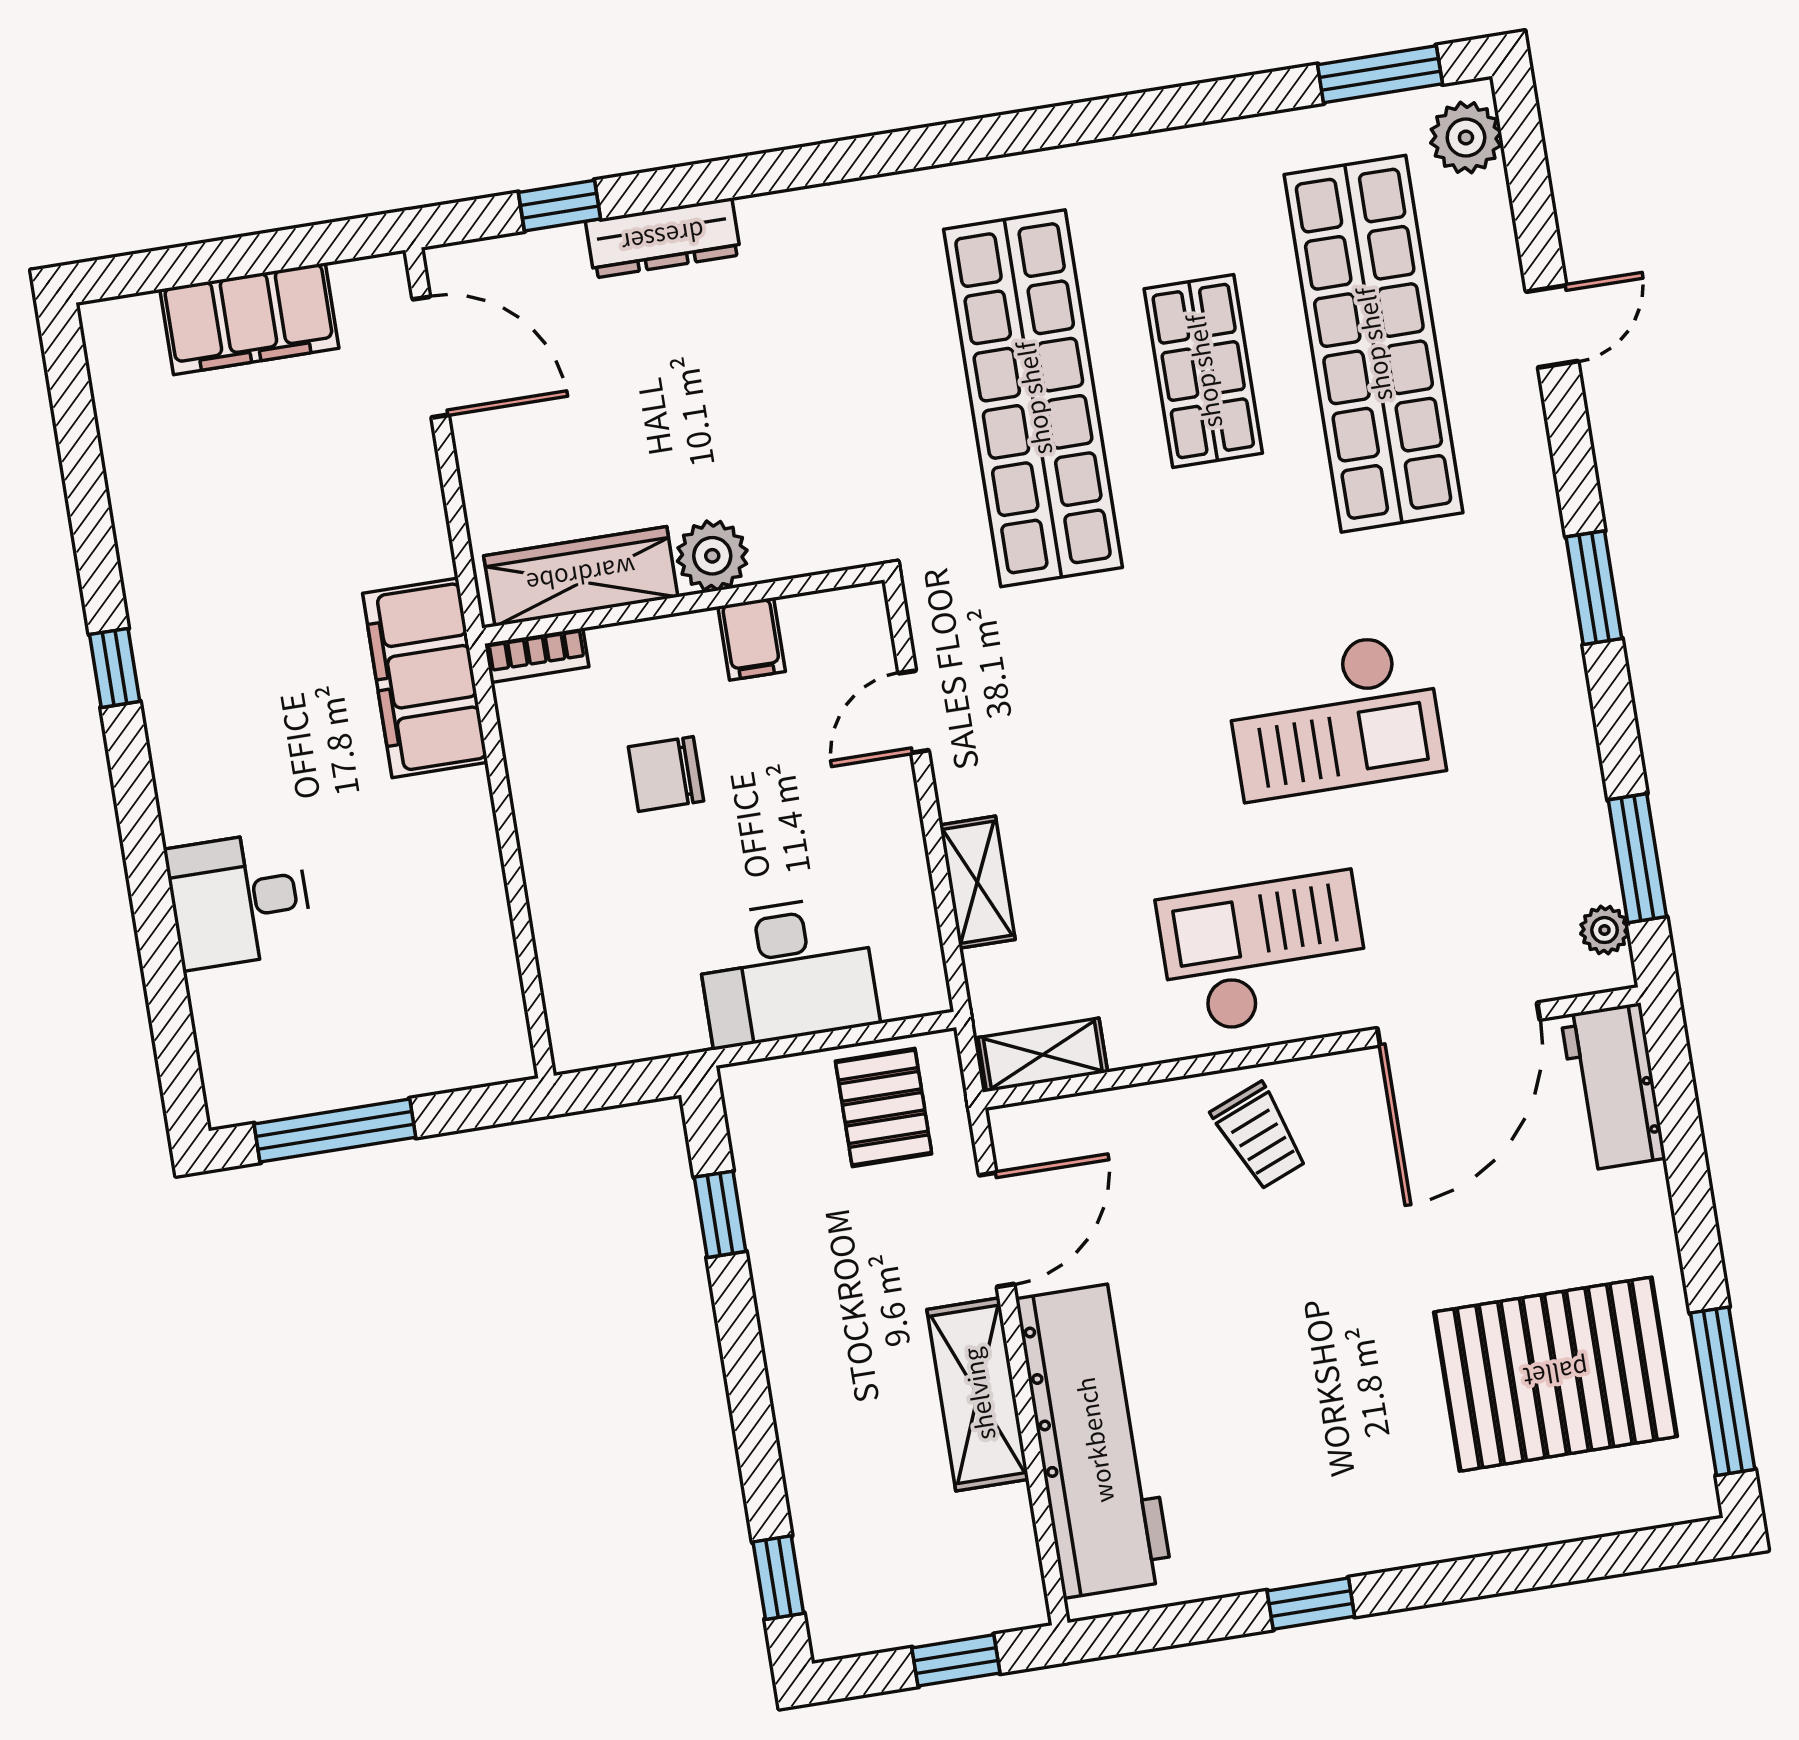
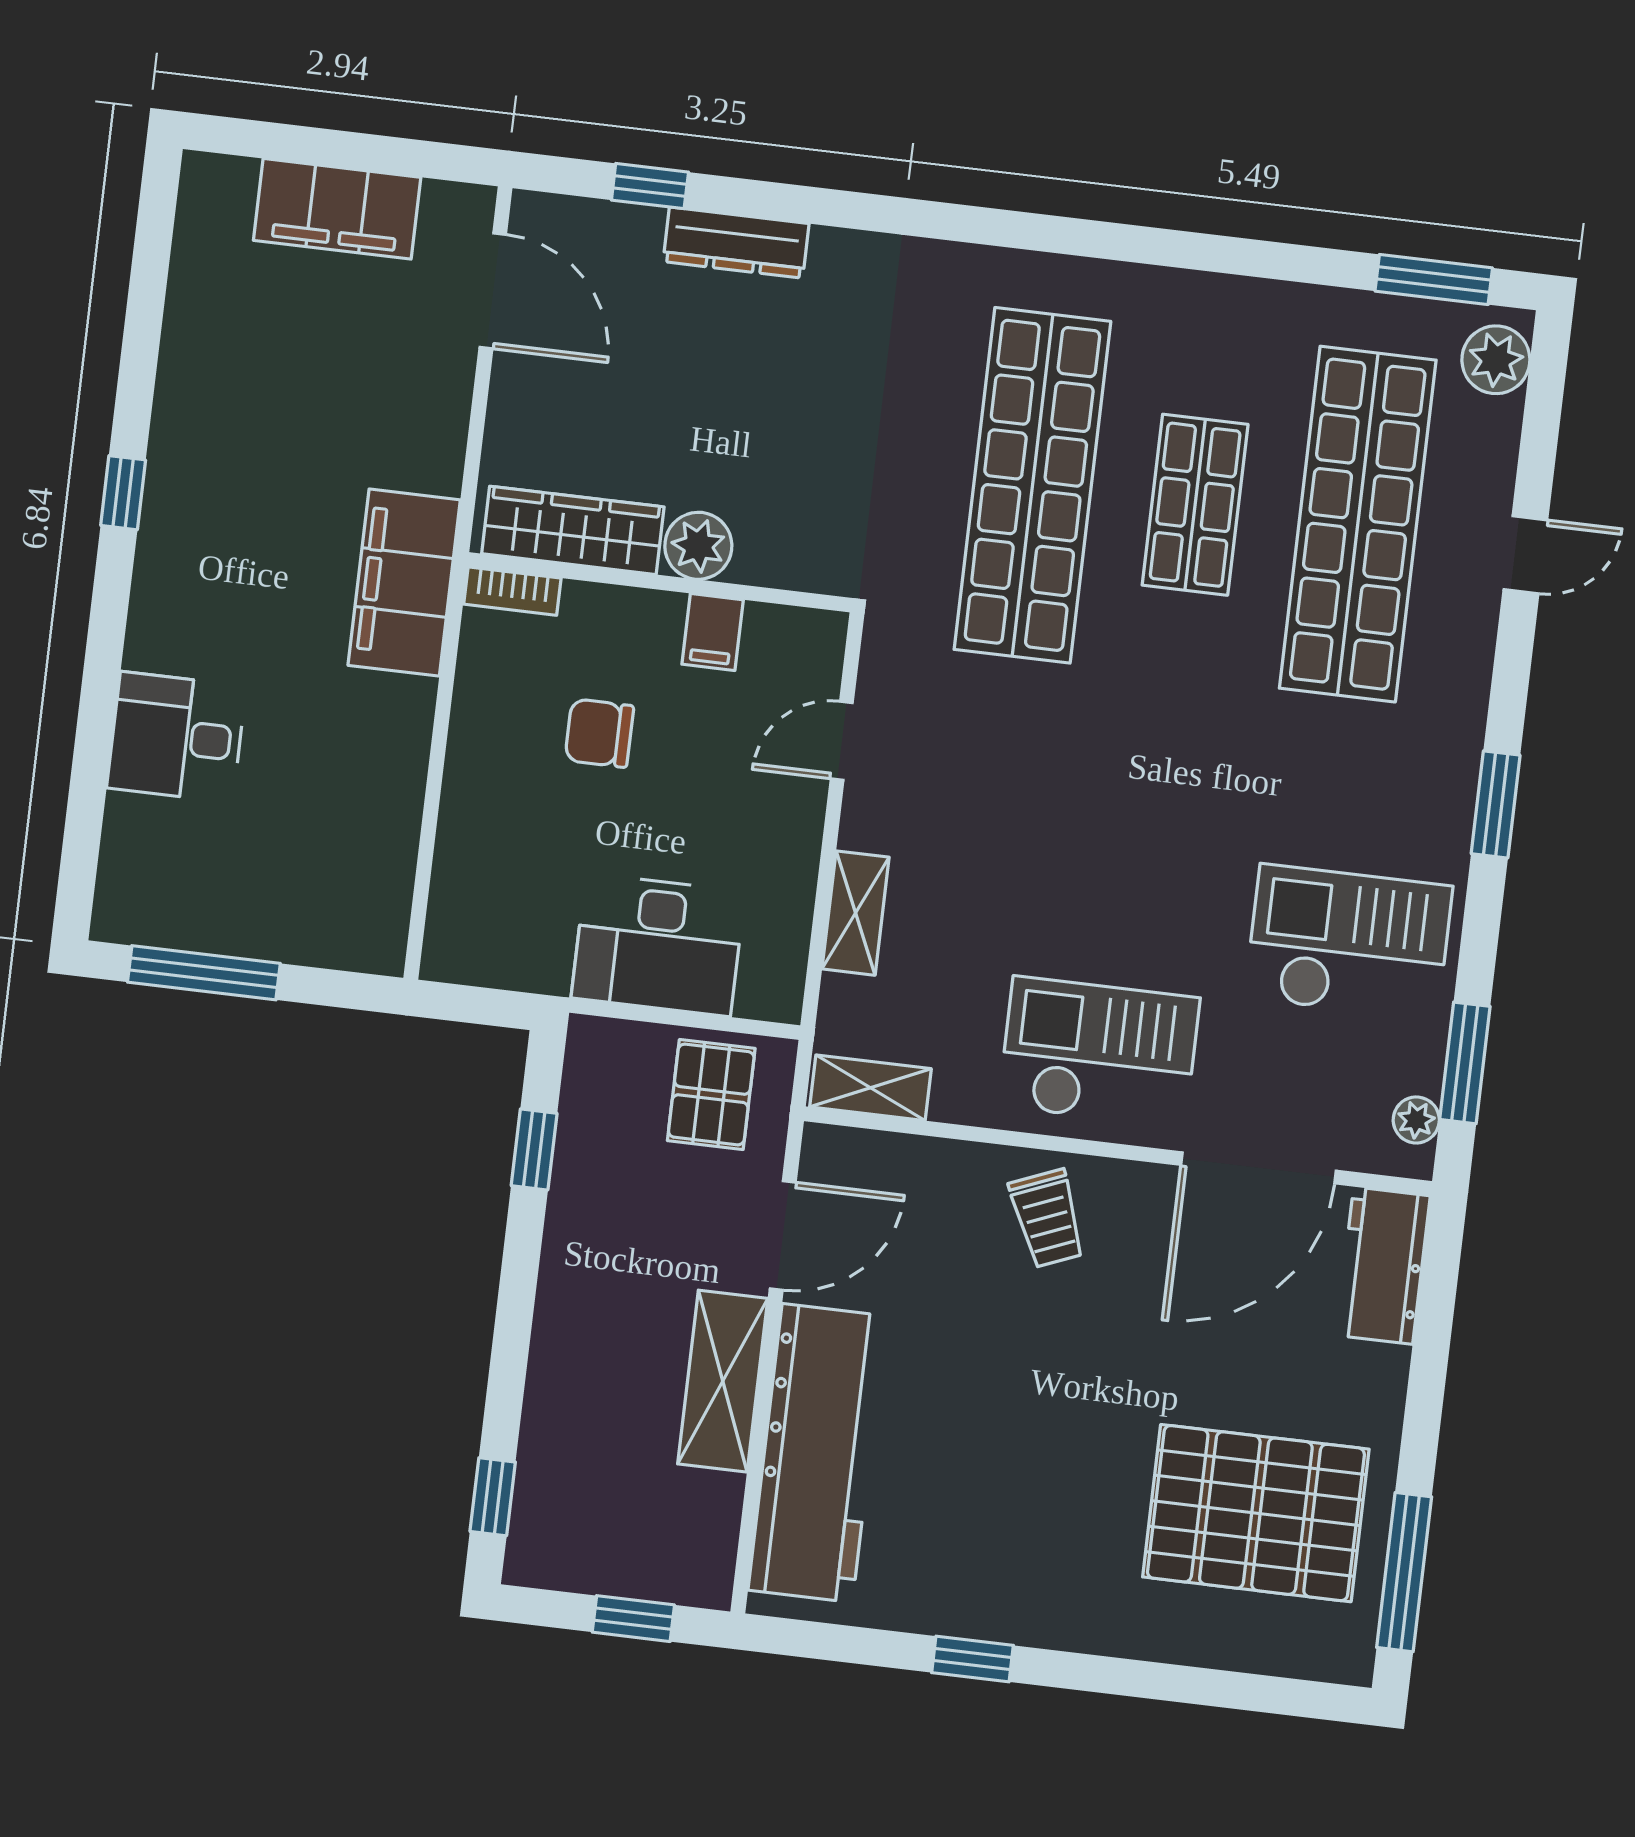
checkout: (1334, 716) -> (1349, 942), moved, turned 180

